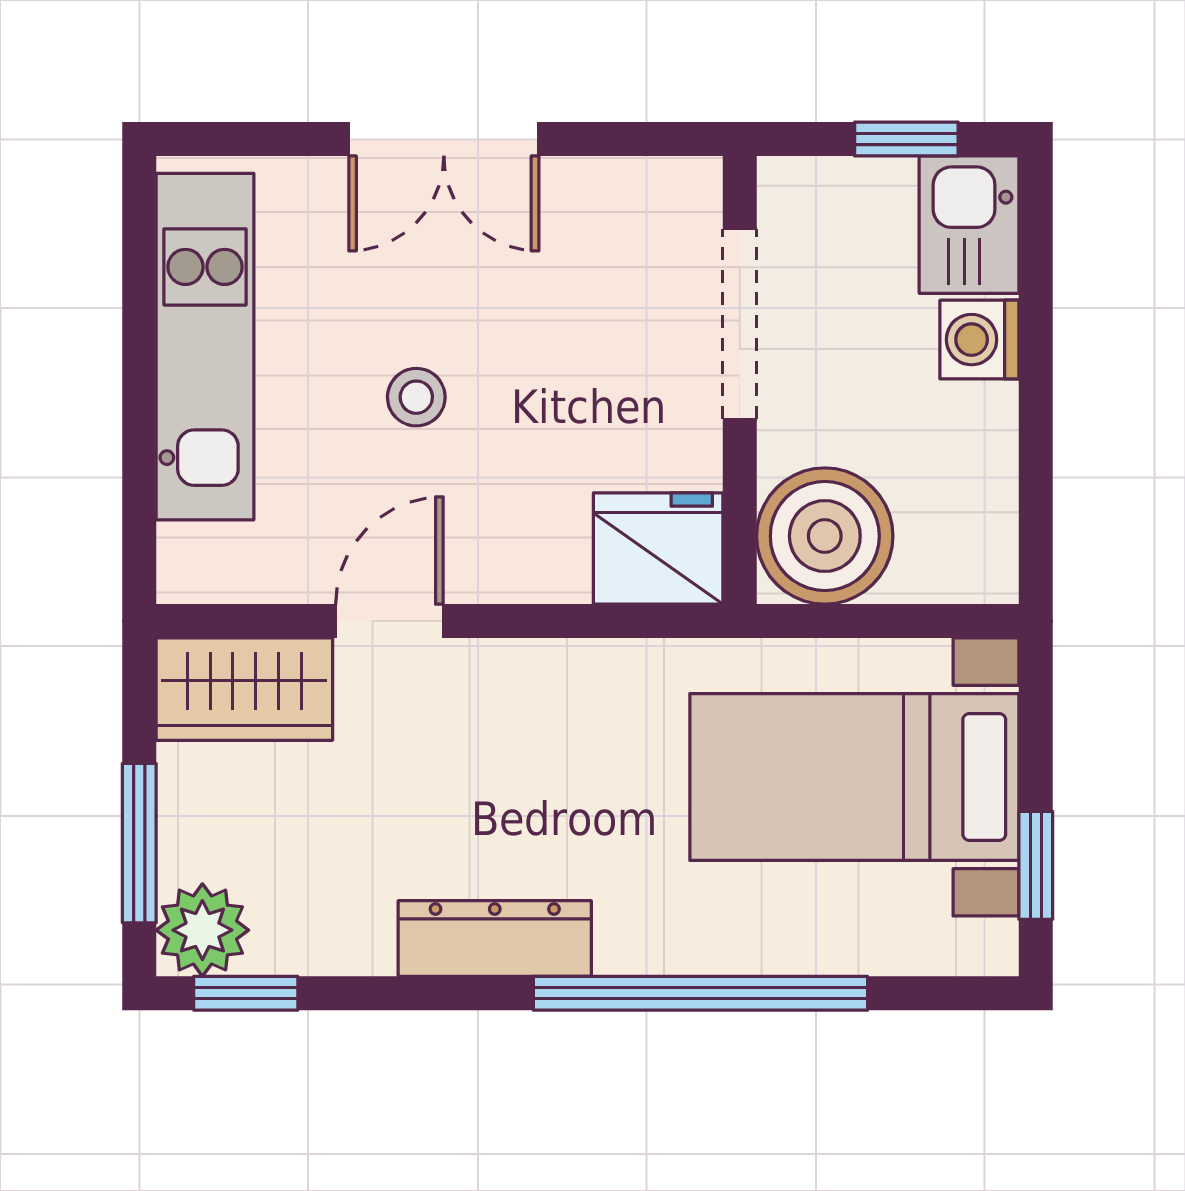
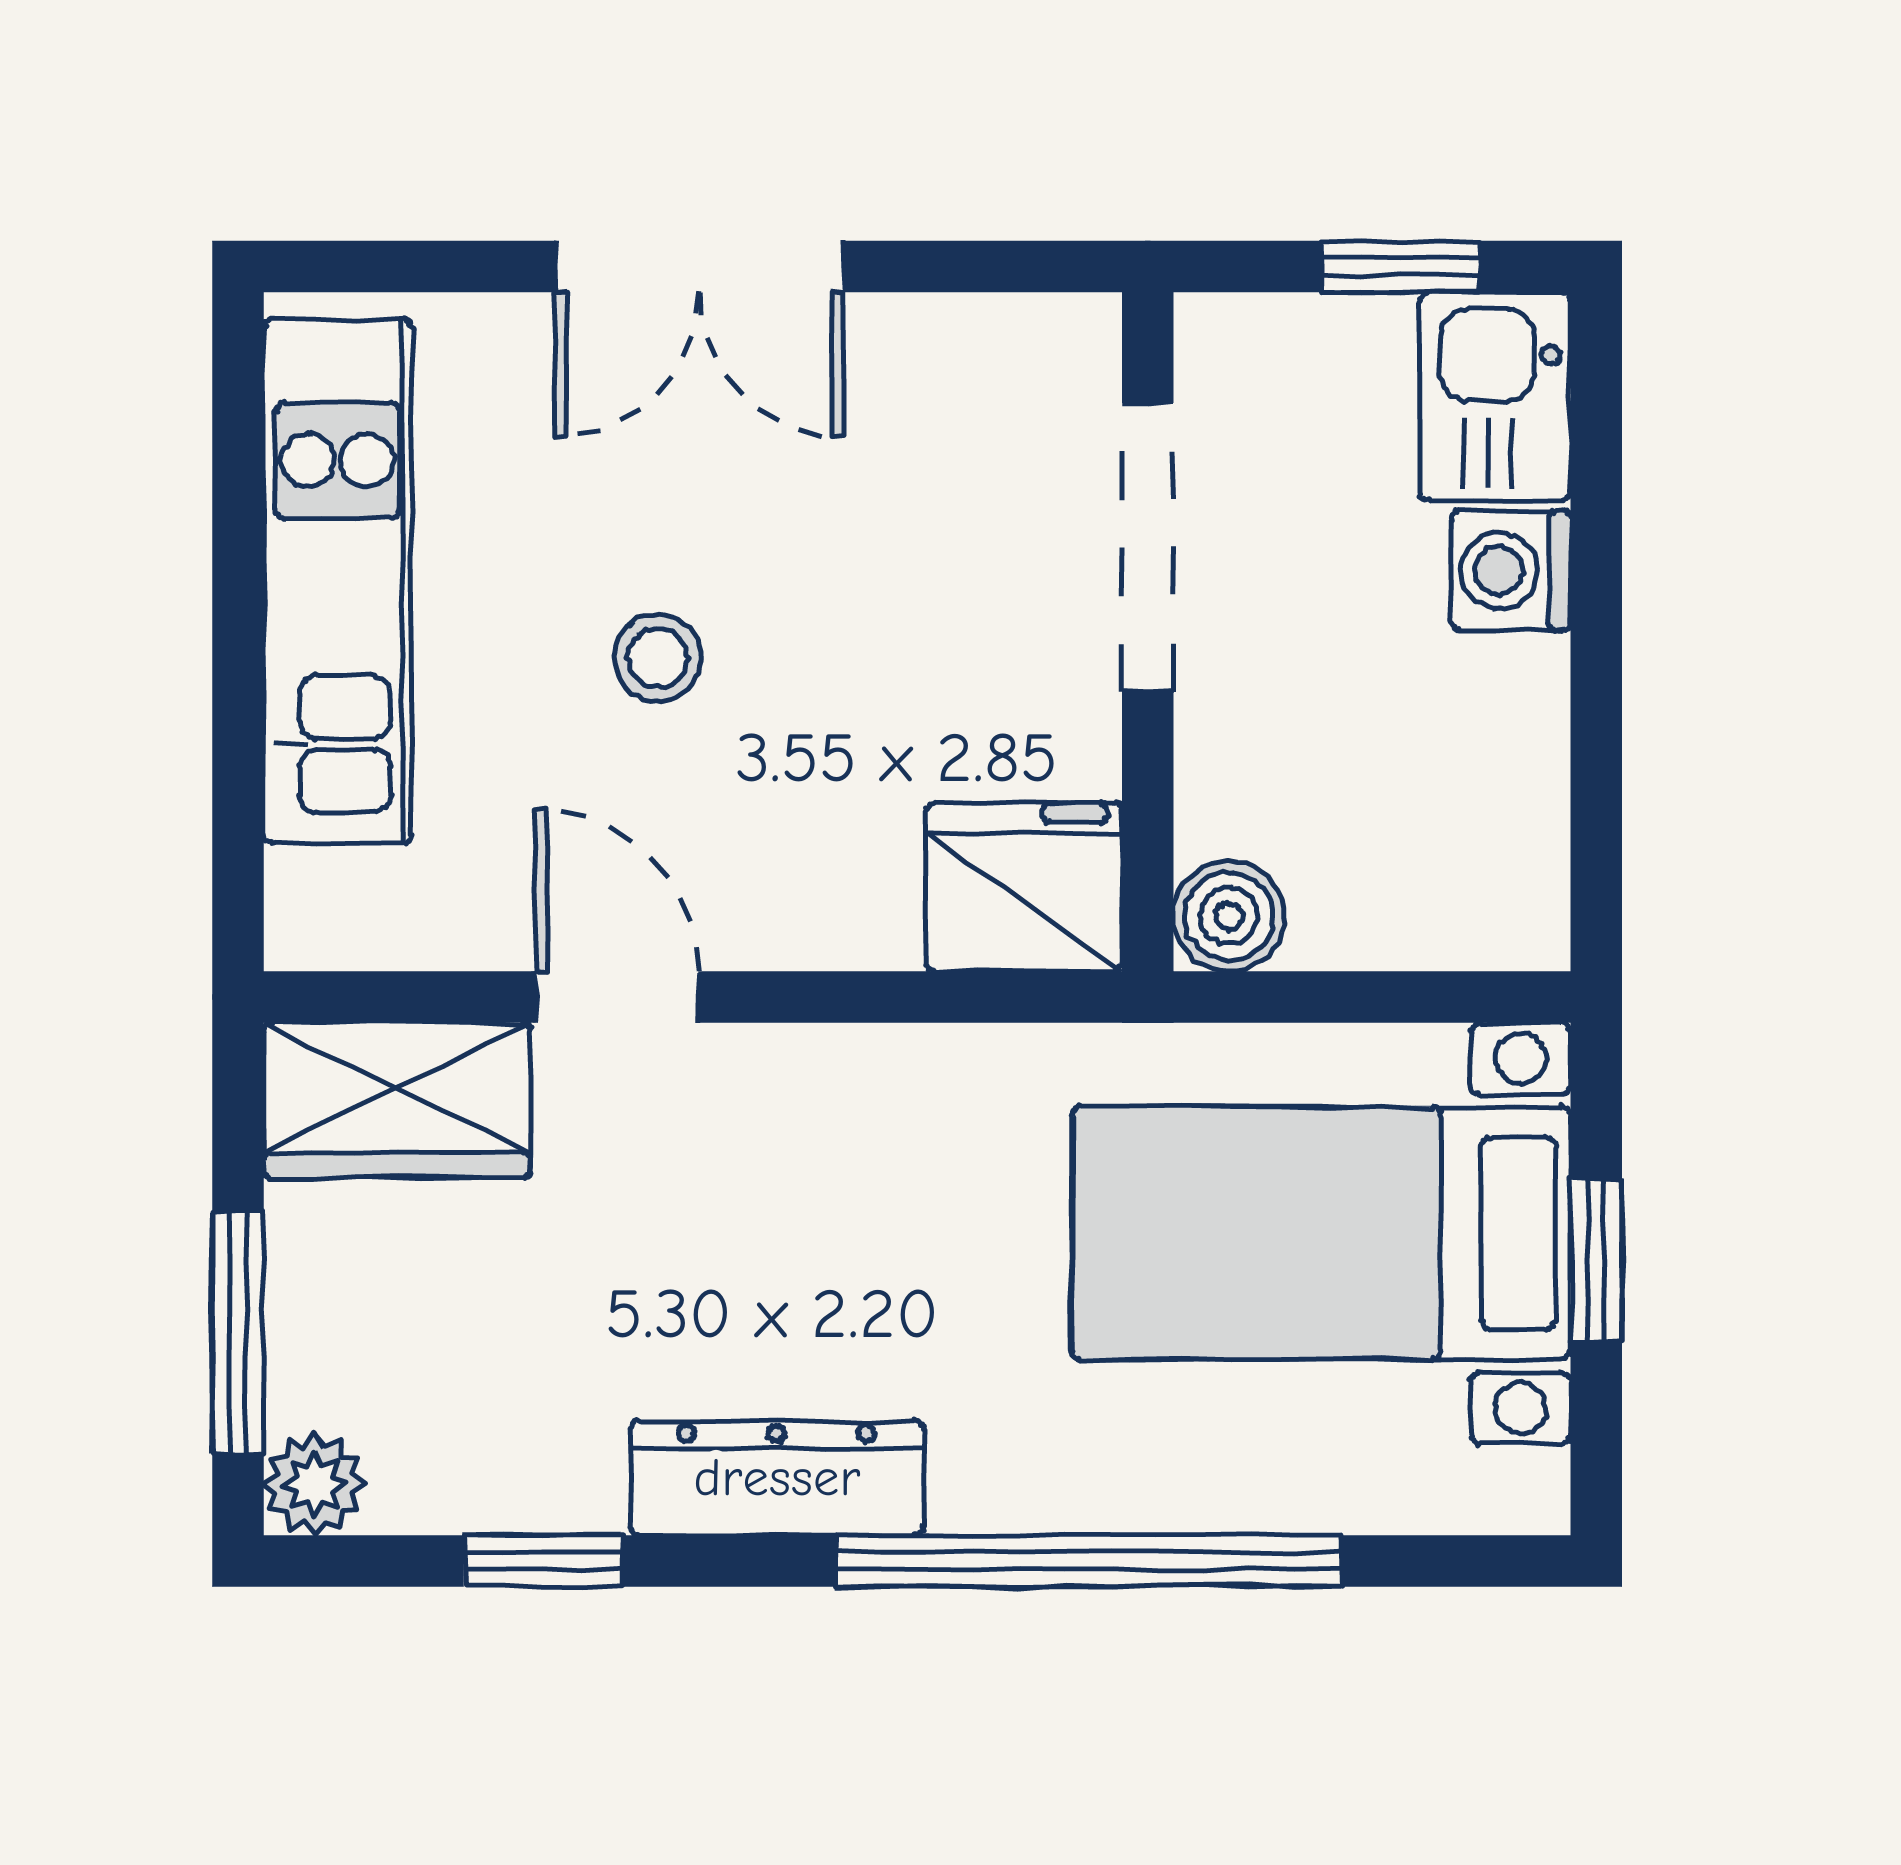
boiler: (825, 536) -> (1229, 916), width x0.54, depth x0.54
door: (389, 621) -> (617, 997), hinge flipped
window: (1036, 865) -> (1596, 1261), moved
plant: (202, 930) -> (315, 1484), width x0.73, depth x0.73
window: (246, 993) -> (543, 1561), moved

